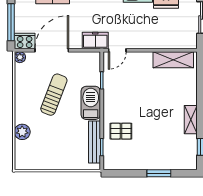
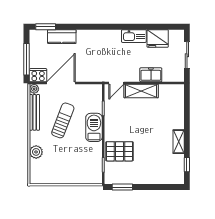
freezer: (95, 41) -> (151, 75), moved
shelving: (173, 60) -> (141, 91), moved
pallet: (121, 131) -> (119, 151), width x1.50, depth x1.42
bench: (94, 142) -> (34, 112), moved
window: (159, 173) -> (122, 187), moved

